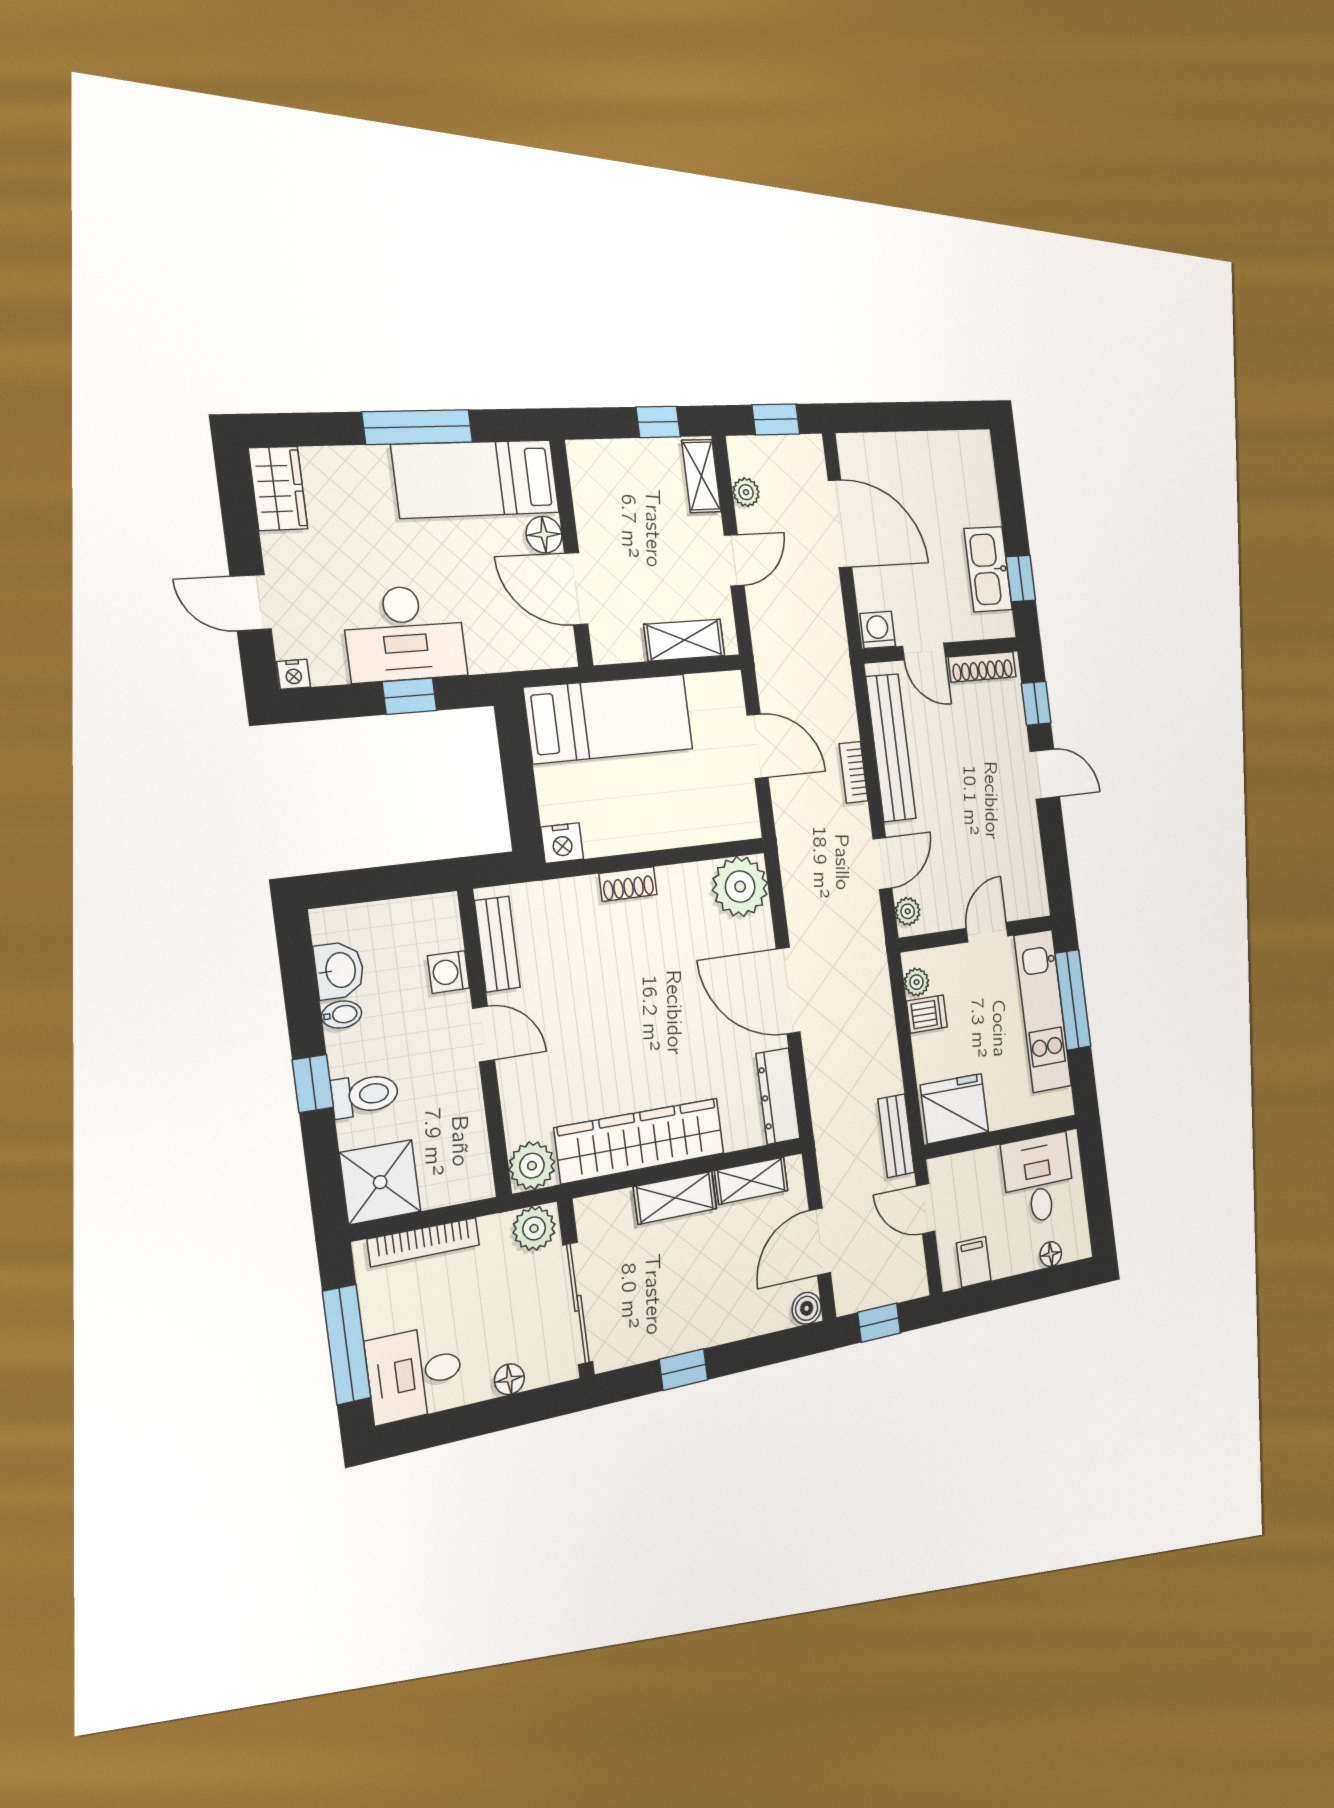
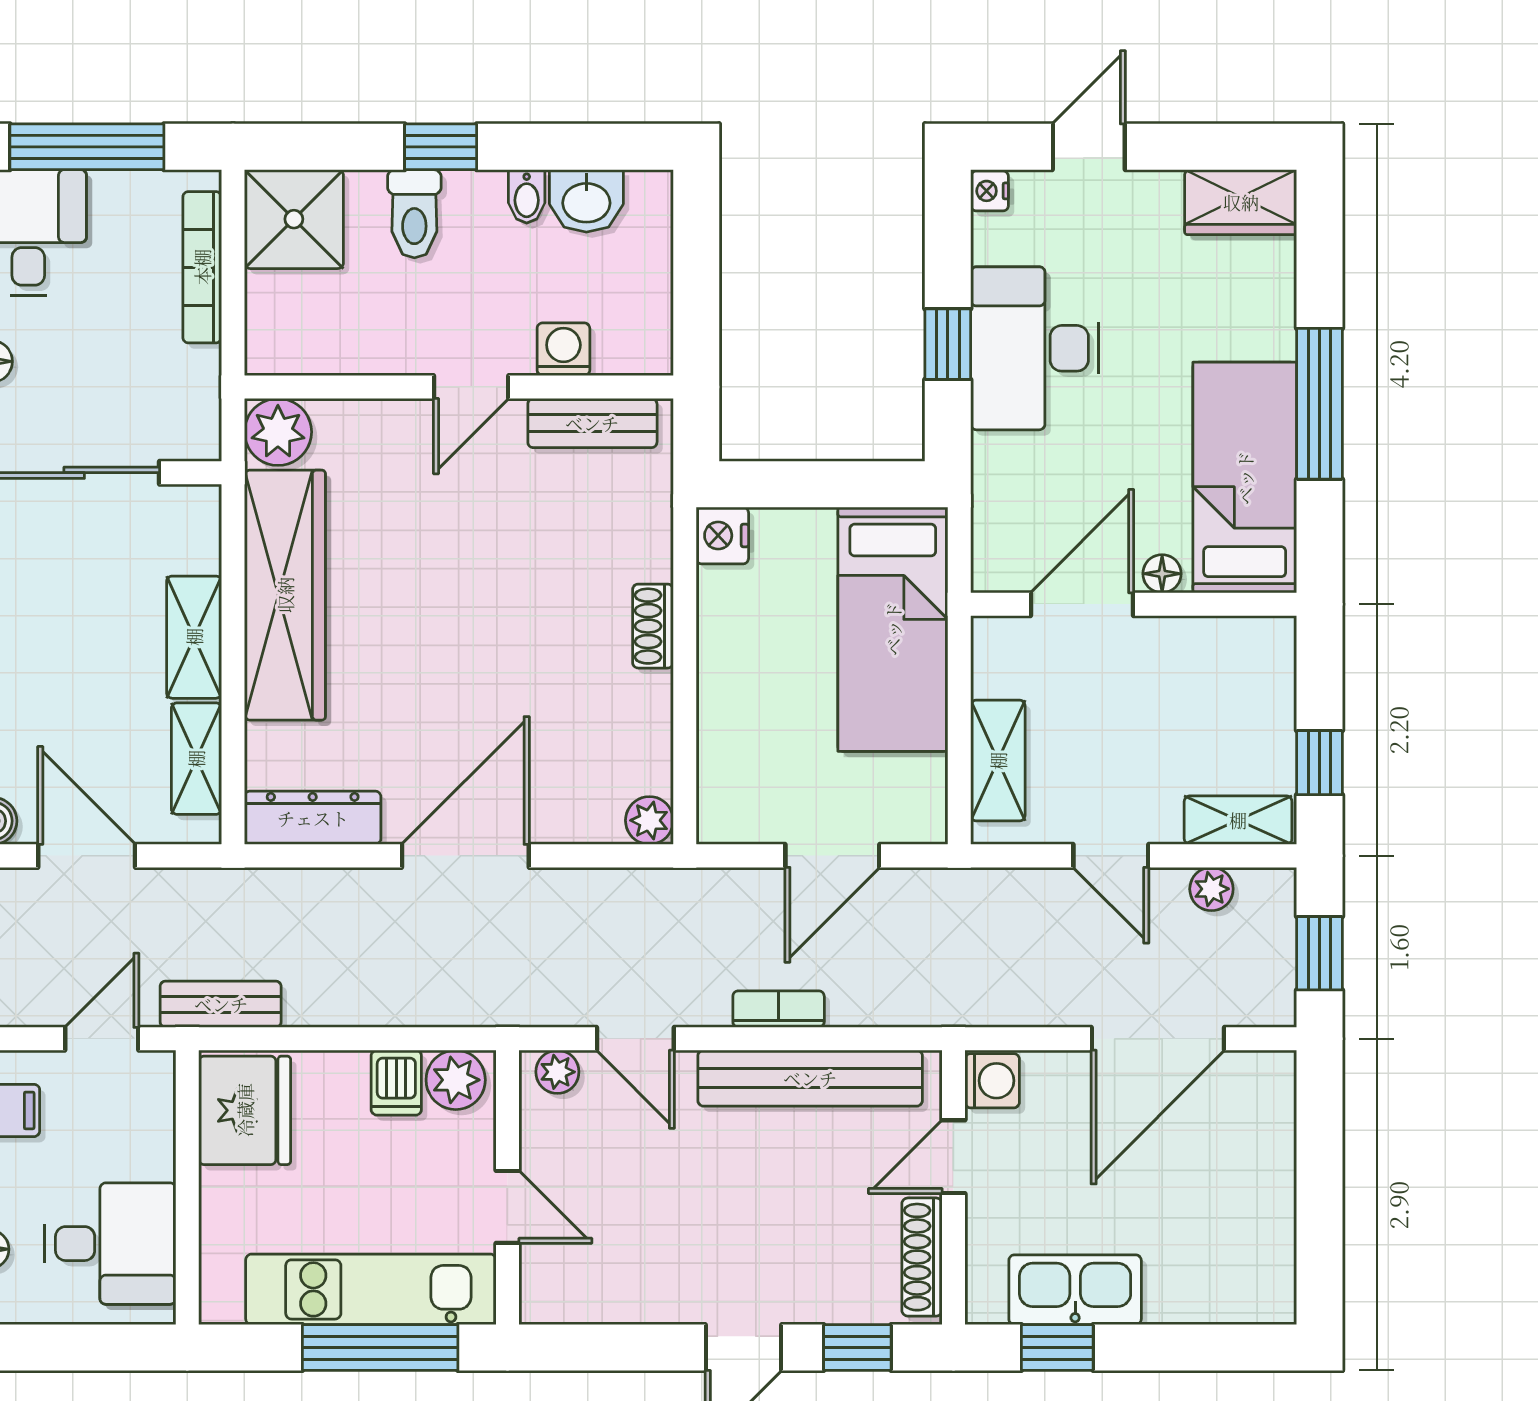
floor lamp: (544, 535) -> (1162, 574), width x0.73, depth x0.73
plant: (740, 887) -> (649, 820), width x0.53, depth x0.53
plant: (916, 982) -> (456, 1080), width x1.38, depth x1.38
plant: (534, 1228) -> (191, 423), removed

